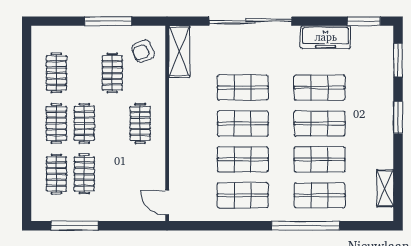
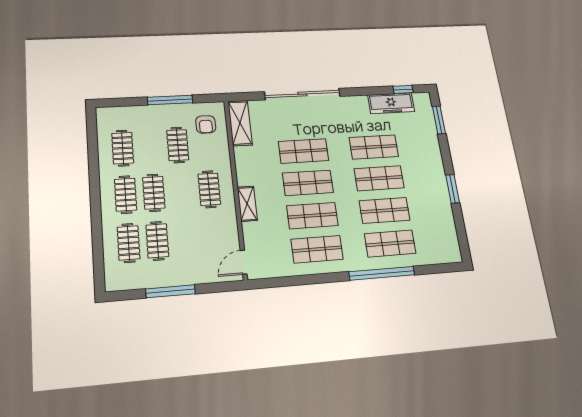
window: (364, 21) -> (403, 89), width x0.67
freezer: (326, 37) -> (391, 103), moved
armchair: (143, 51) -> (206, 124), turned -66
window: (398, 117) -> (453, 189), moved
shelving: (385, 188) -> (247, 204), moved
door: (167, 203) -> (244, 262), hinge flipped
window: (75, 226) -> (171, 291), moved

